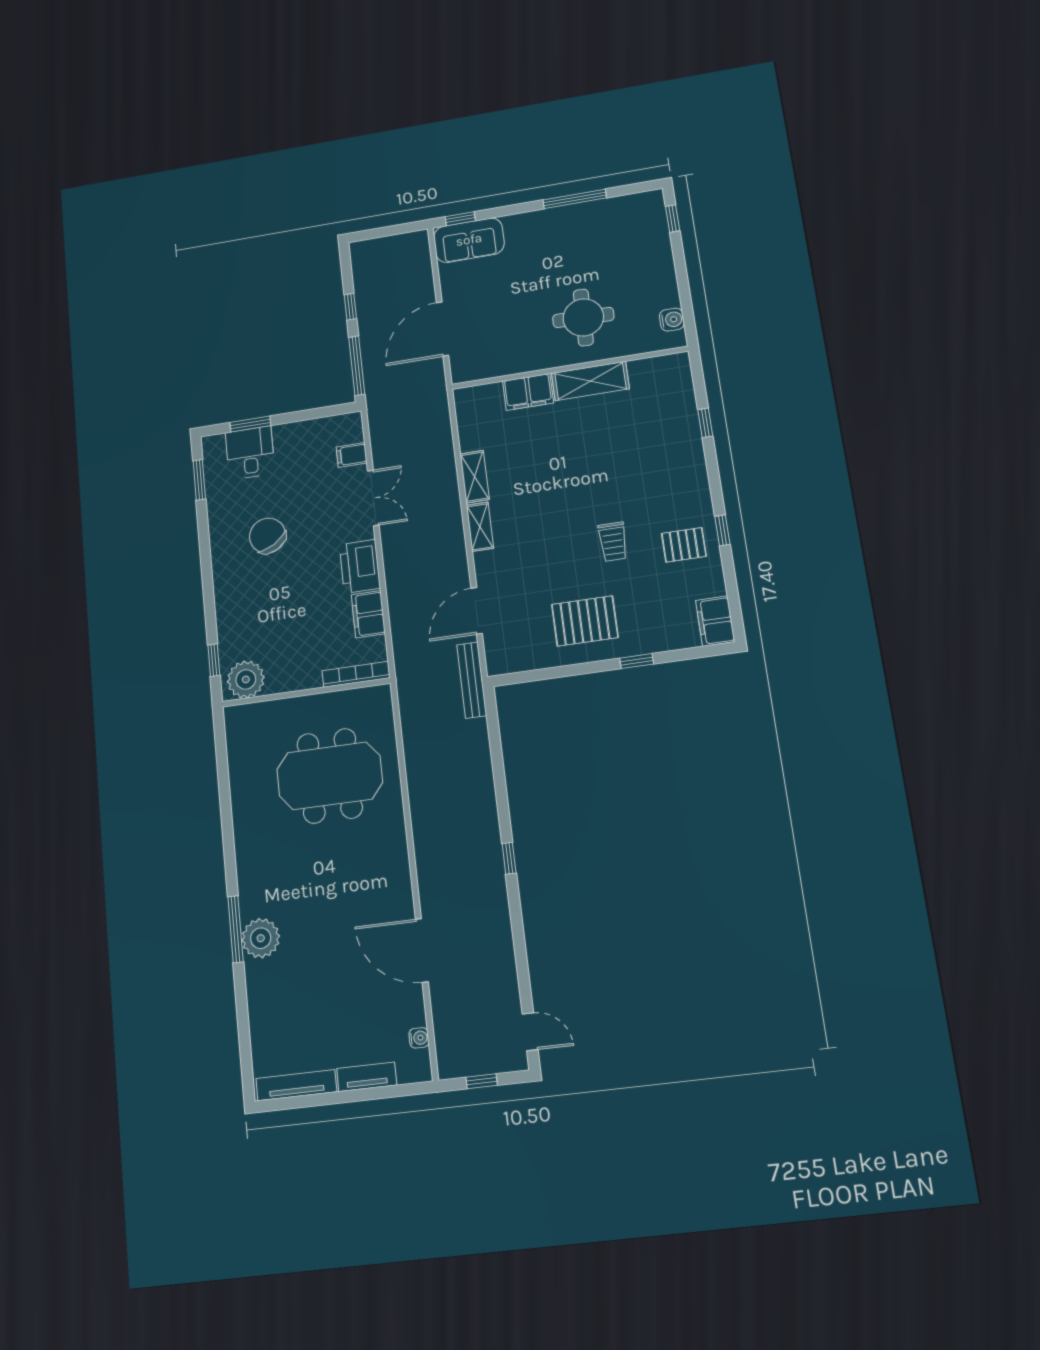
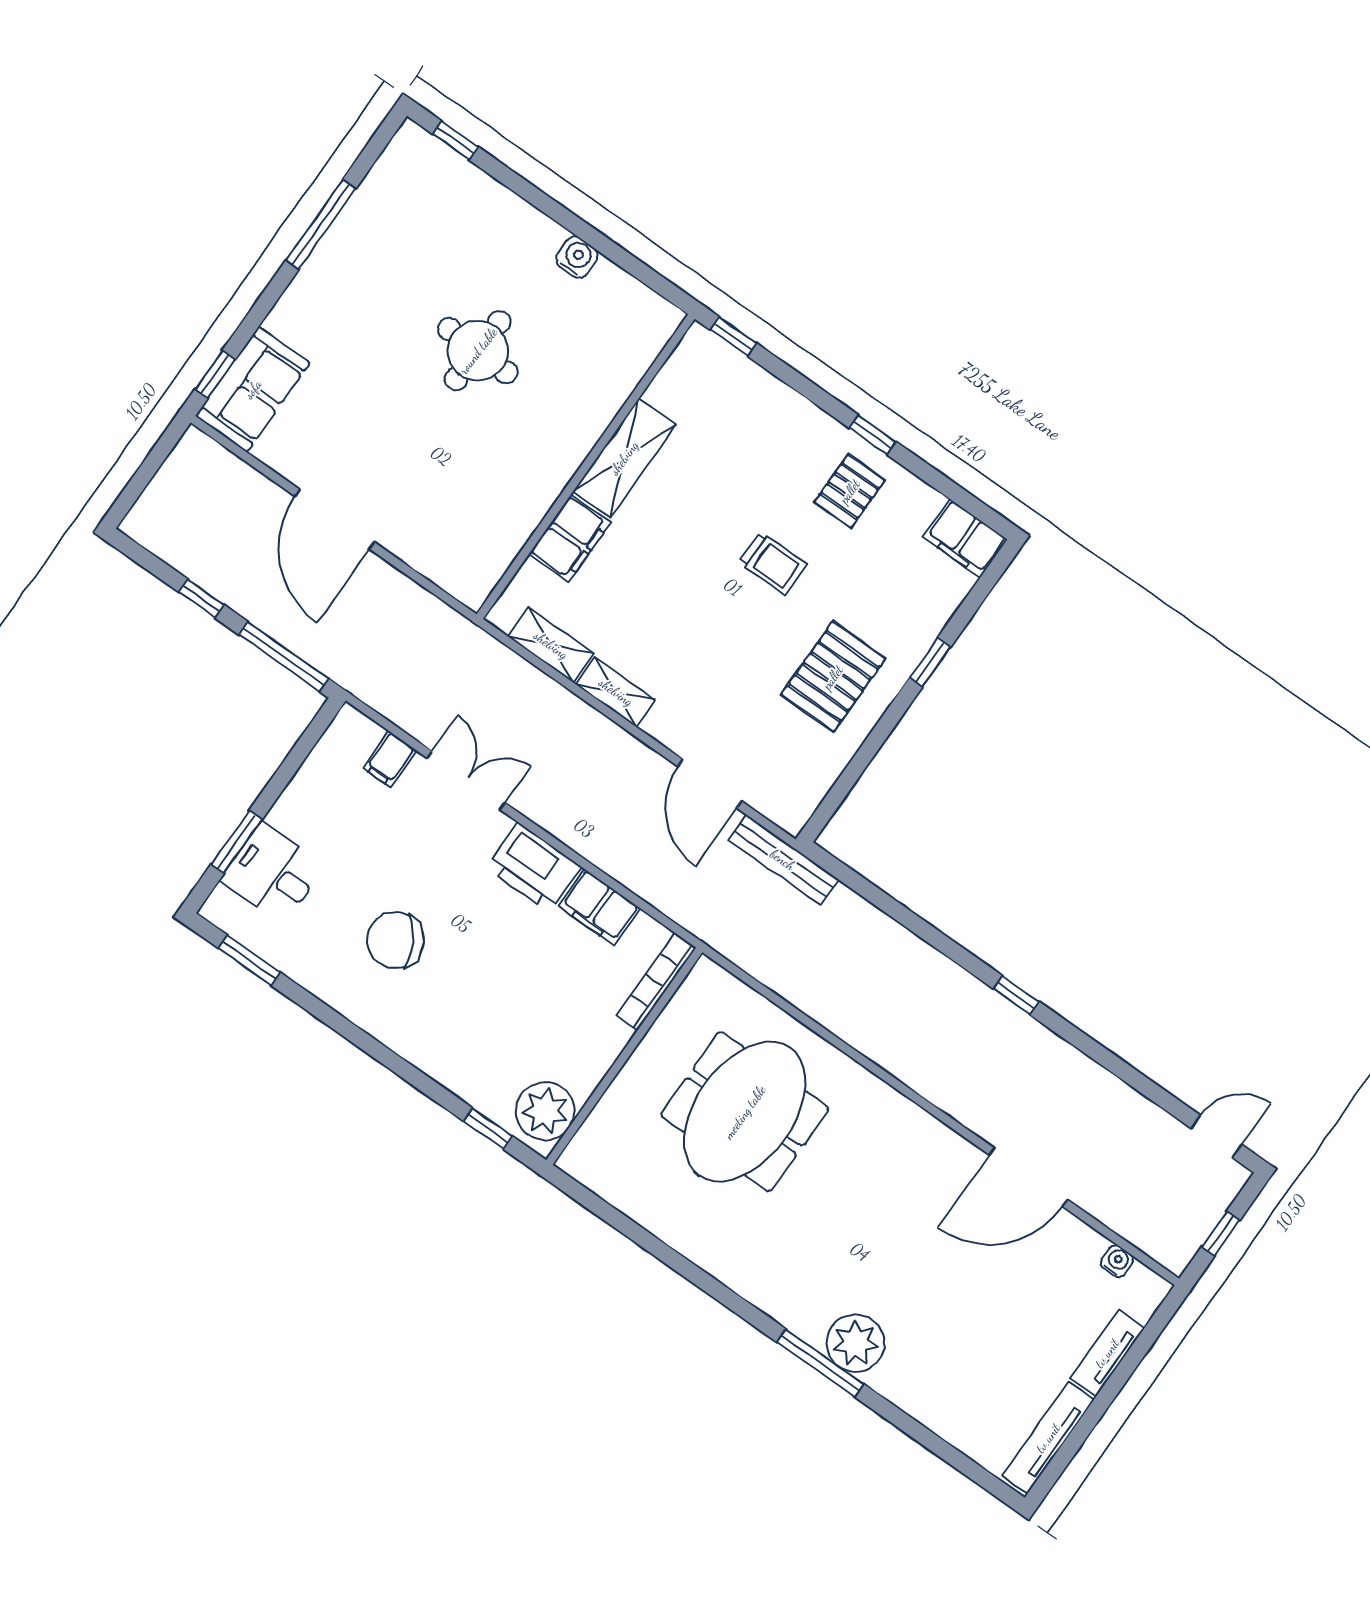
wall: (569, 368) -> (586, 467), moved
shelving: (590, 381) -> (624, 458), moved
filing cabinet: (528, 392) -> (570, 538), moved

